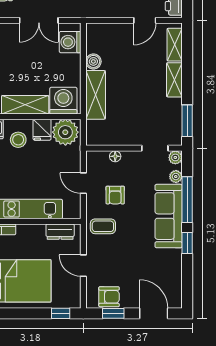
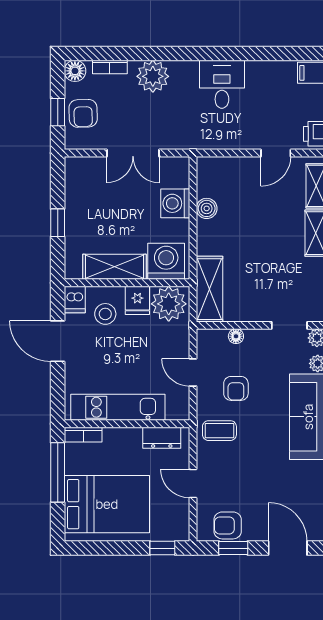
washing machine: (70, 42) -> (175, 203), moved
shelving: (96, 95) -> (209, 289), moved
armchair: (109, 297) -> (228, 525), turned 180

